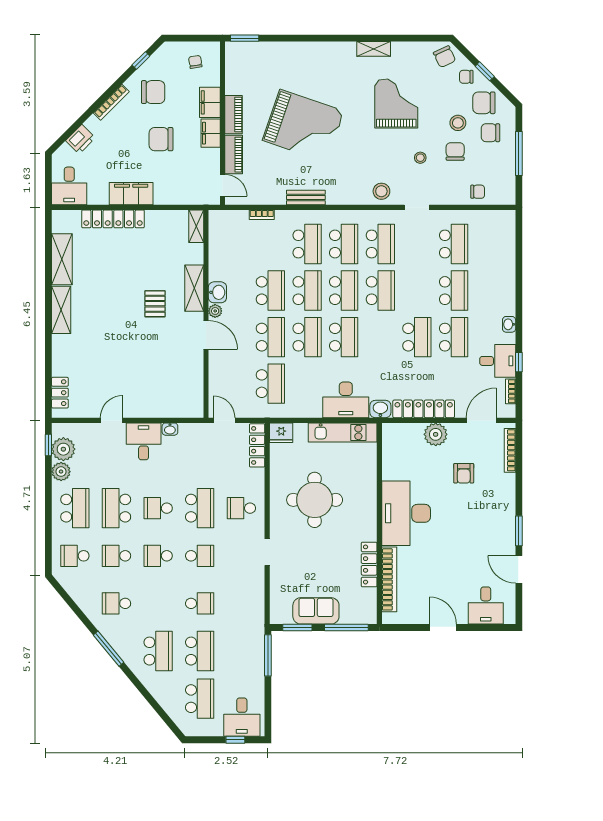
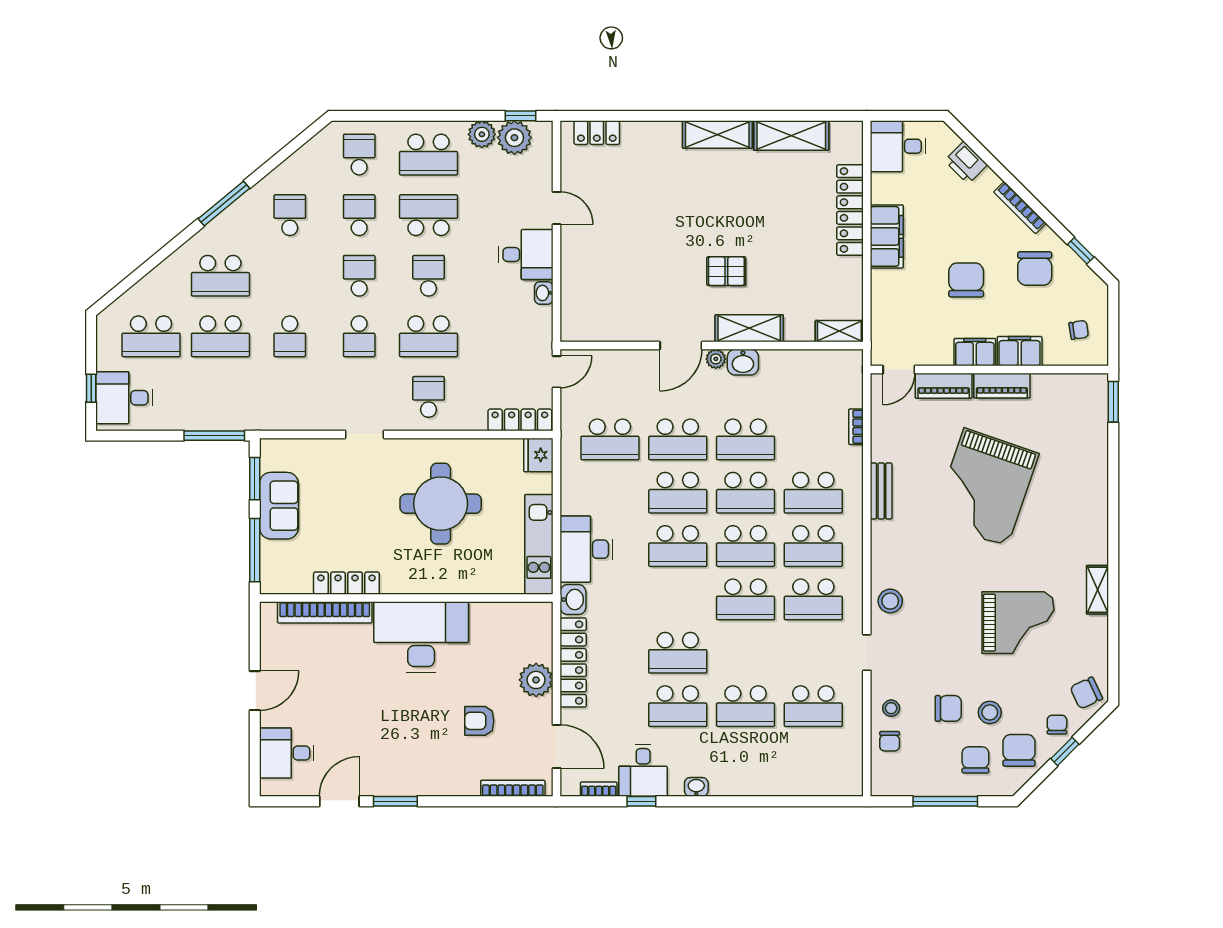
stool: (420, 158) -> (891, 708), moved

